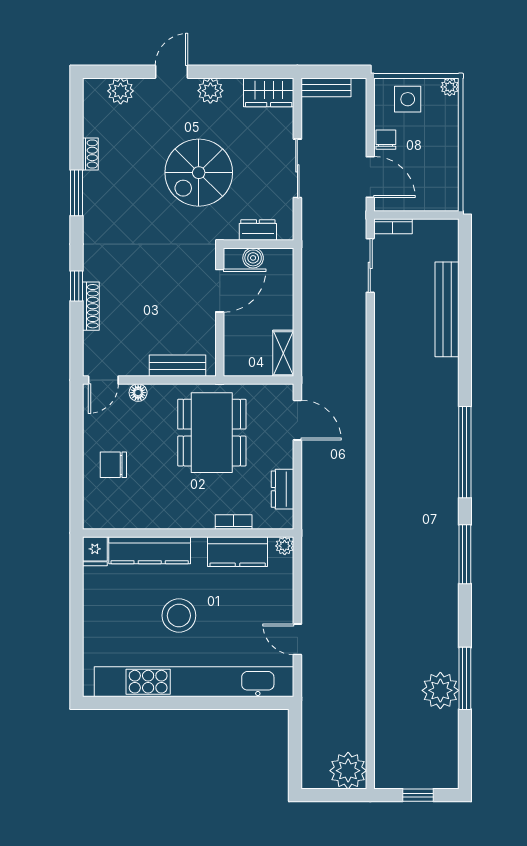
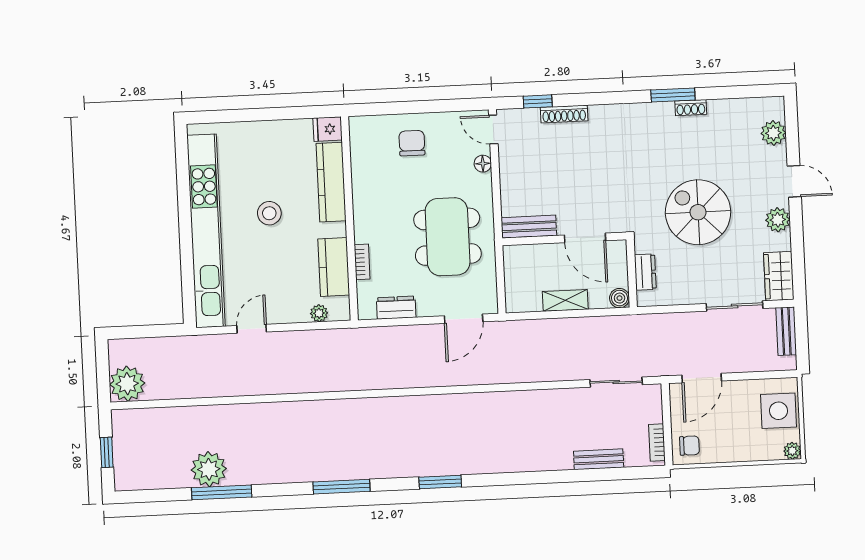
side table: (408, 99) -> (778, 411), width x1.37, depth x1.37
chair: (386, 140) -> (689, 446), moved
shoe rack: (90, 154) -> (691, 108), moved
sliding door: (297, 168) -> (735, 306), moved
bookcase: (393, 226) -> (657, 443), moved
boiler: (253, 258) -> (620, 298), moved
window: (76, 286) -> (538, 101), moved
bench: (447, 309) -> (599, 459), width x0.54, depth x0.82
shelving: (283, 353) -> (565, 300), moved
bench: (177, 366) -> (529, 227), moved, turned 90
dining table: (212, 433) -> (448, 237), turned 90
window: (465, 452) -> (440, 482), width x0.47
plant: (285, 546) -> (319, 313), moved
stool: (179, 616) -> (269, 213), width x0.73, depth x0.73

